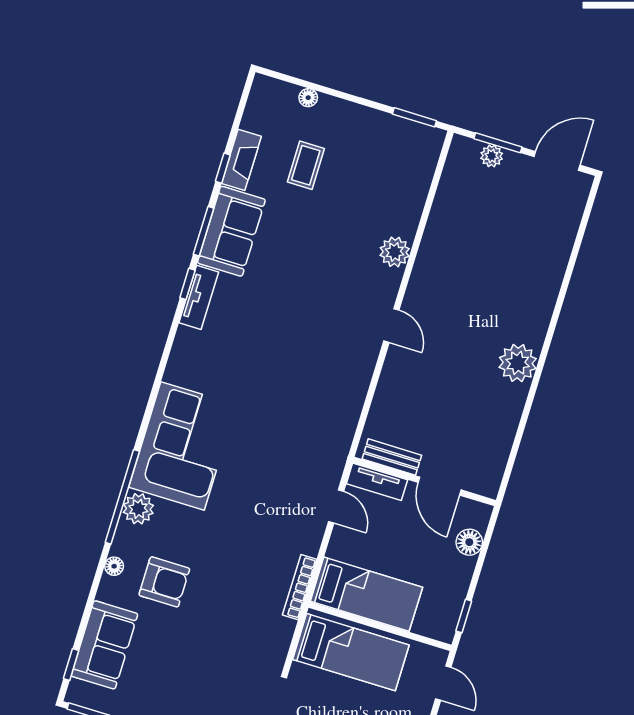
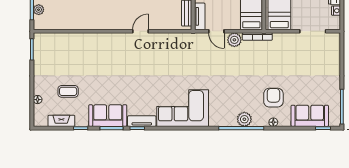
fireplace: (241, 160) -> (61, 121), moved
plant: (395, 252) -> (234, 40), moved
door: (391, 325) -> (141, 31), moved
corner sofa: (182, 446) -> (183, 108), moved
door: (336, 506) -> (216, 31), swing flipped

